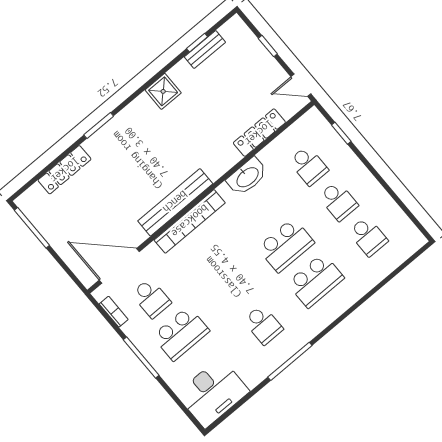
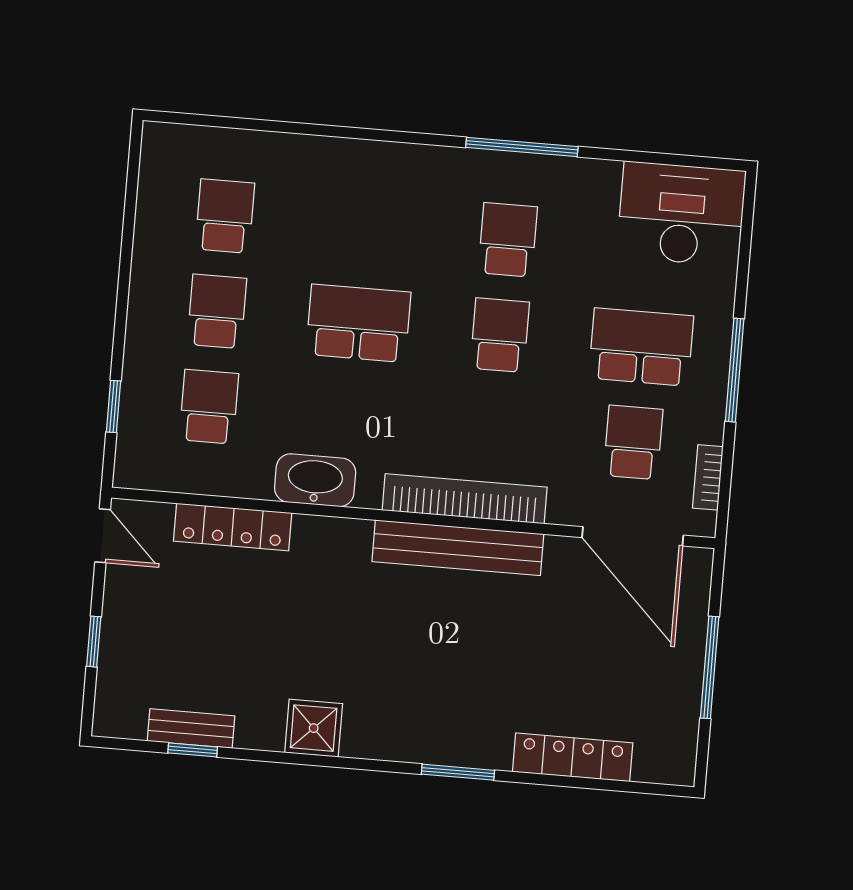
window: (32, 228) -> (710, 667), moved
school desk: (316, 281) -> (500, 335), moved, width x0.54

